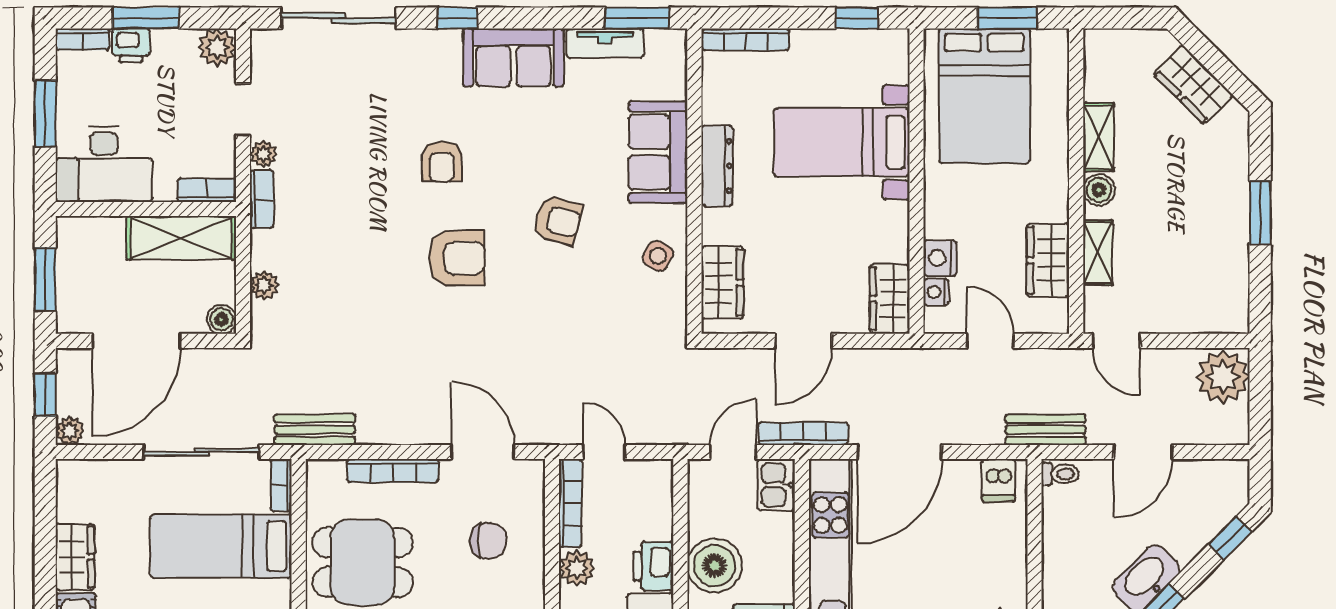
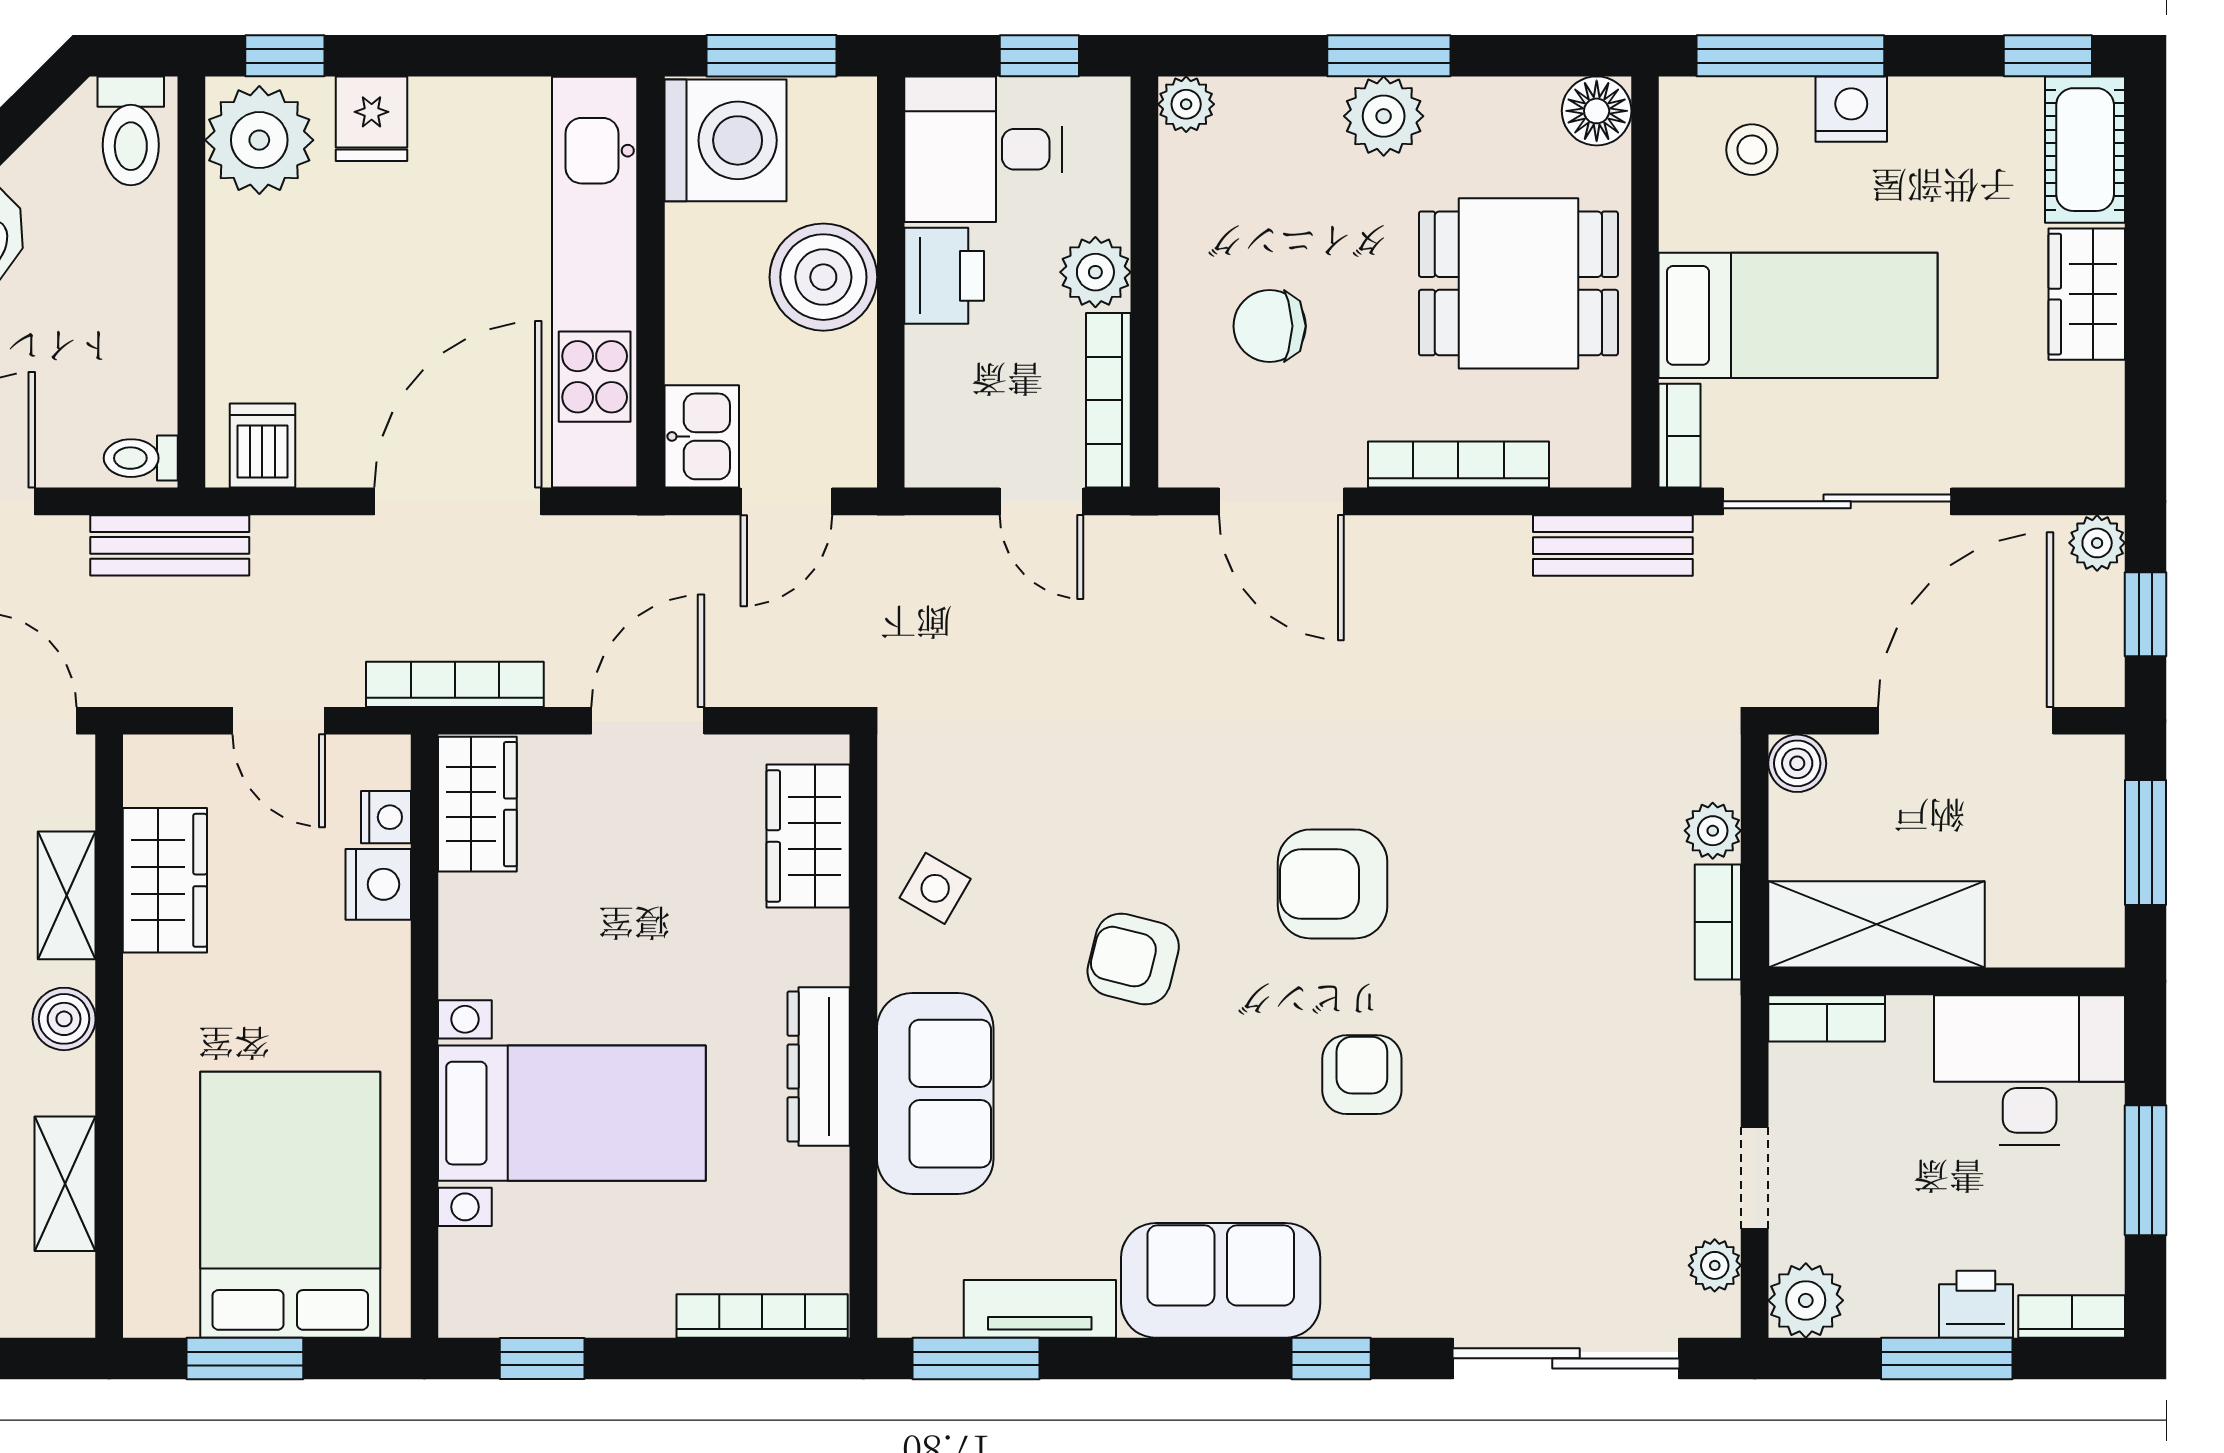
shelving: (1098, 137) -> (65, 1184), moved
plant: (263, 154) -> (1715, 1265), moved
bookcase: (262, 199) -> (1718, 922), moved
bookcase: (803, 434) -> (455, 684), moved, turned 180

